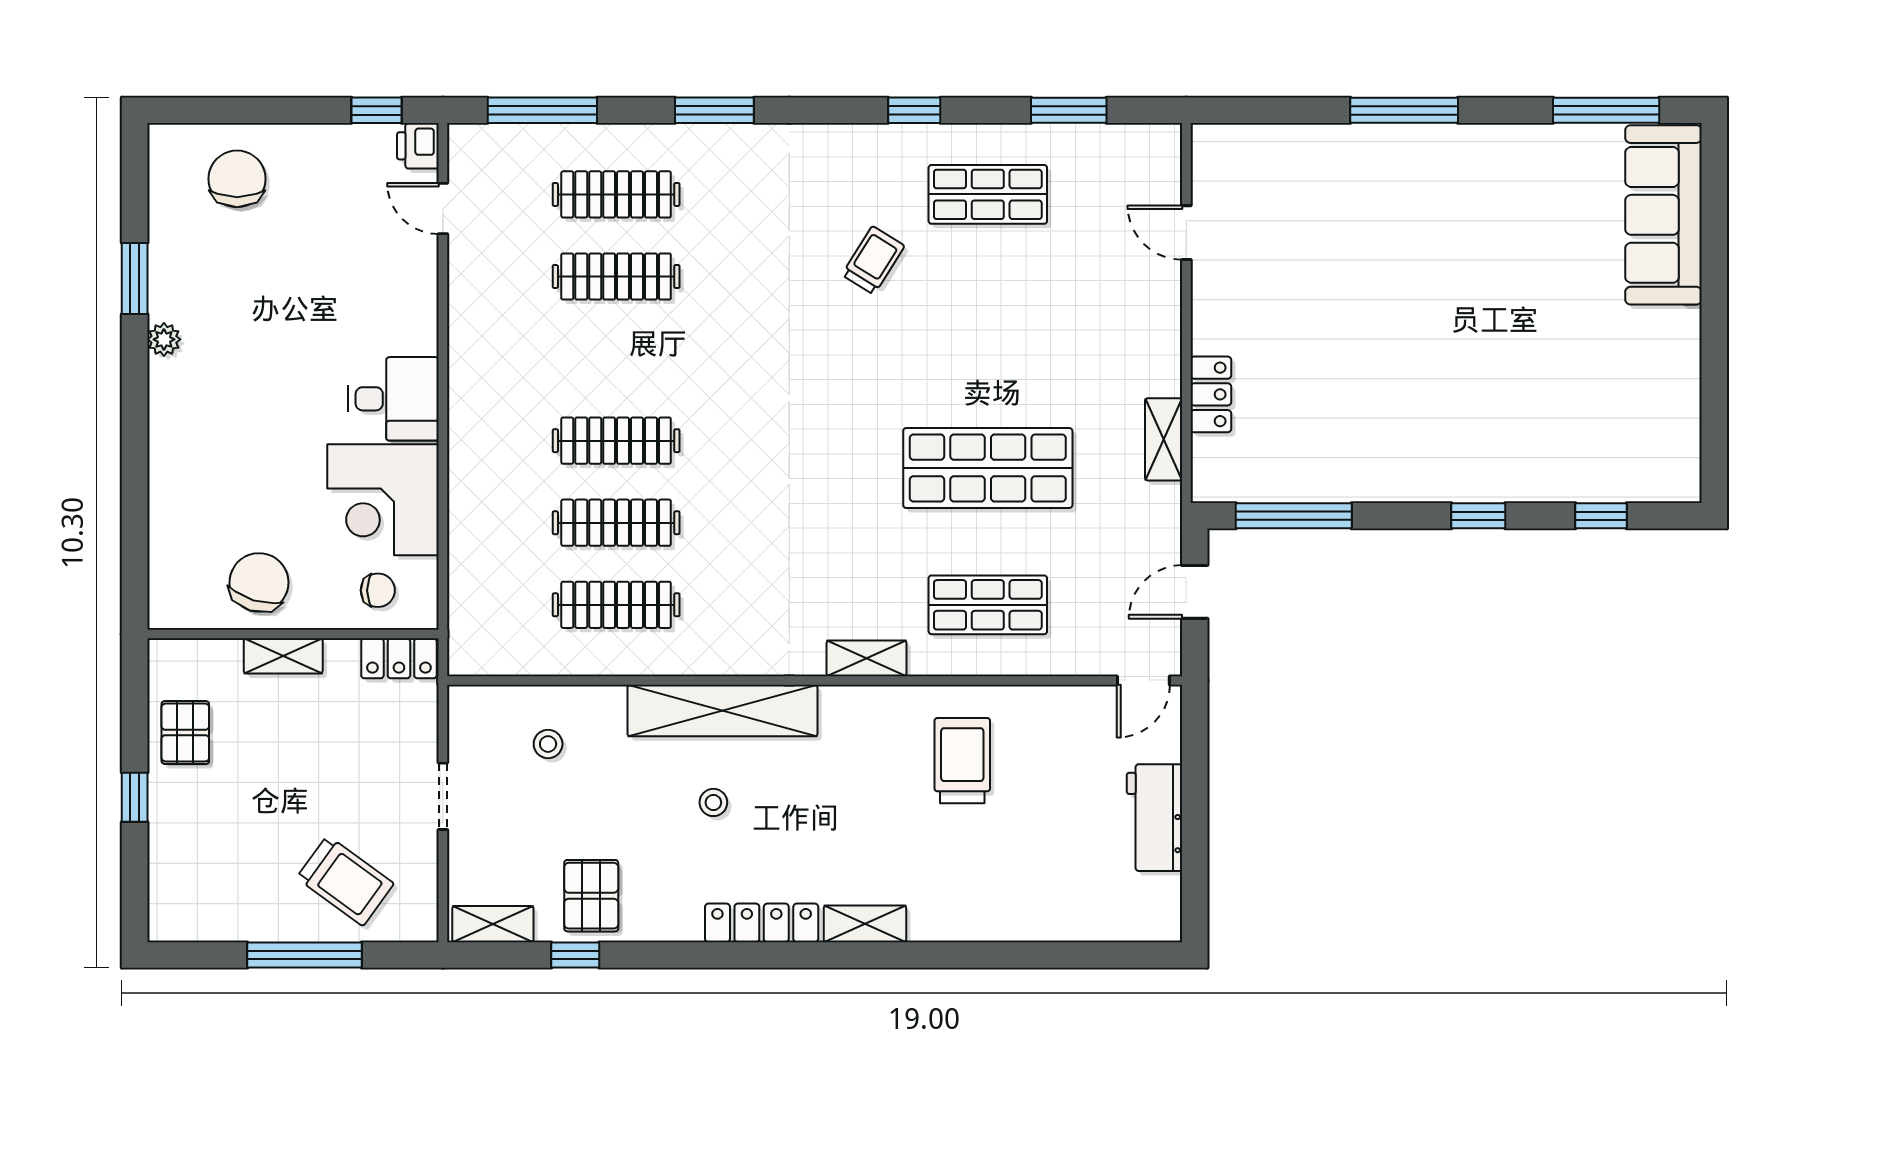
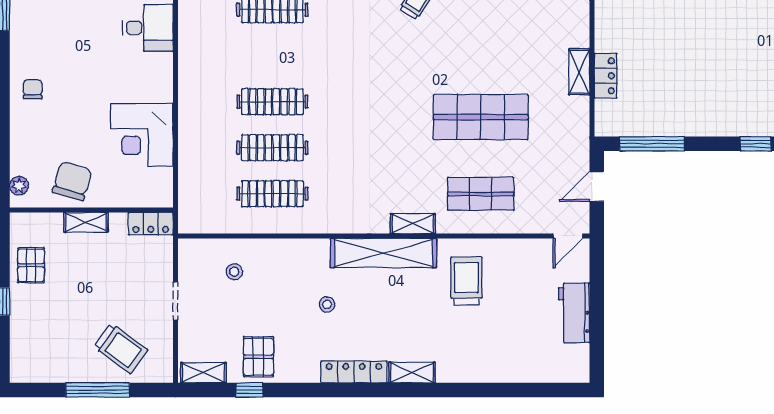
plant: (164, 339) -> (19, 186), moved
desk: (394, 399) -> (148, 28), moved
shelving: (1164, 439) -> (579, 72), moved
chair: (378, 590) -> (33, 89), moved, turned -90
shelving: (722, 711) -> (384, 253), moved

